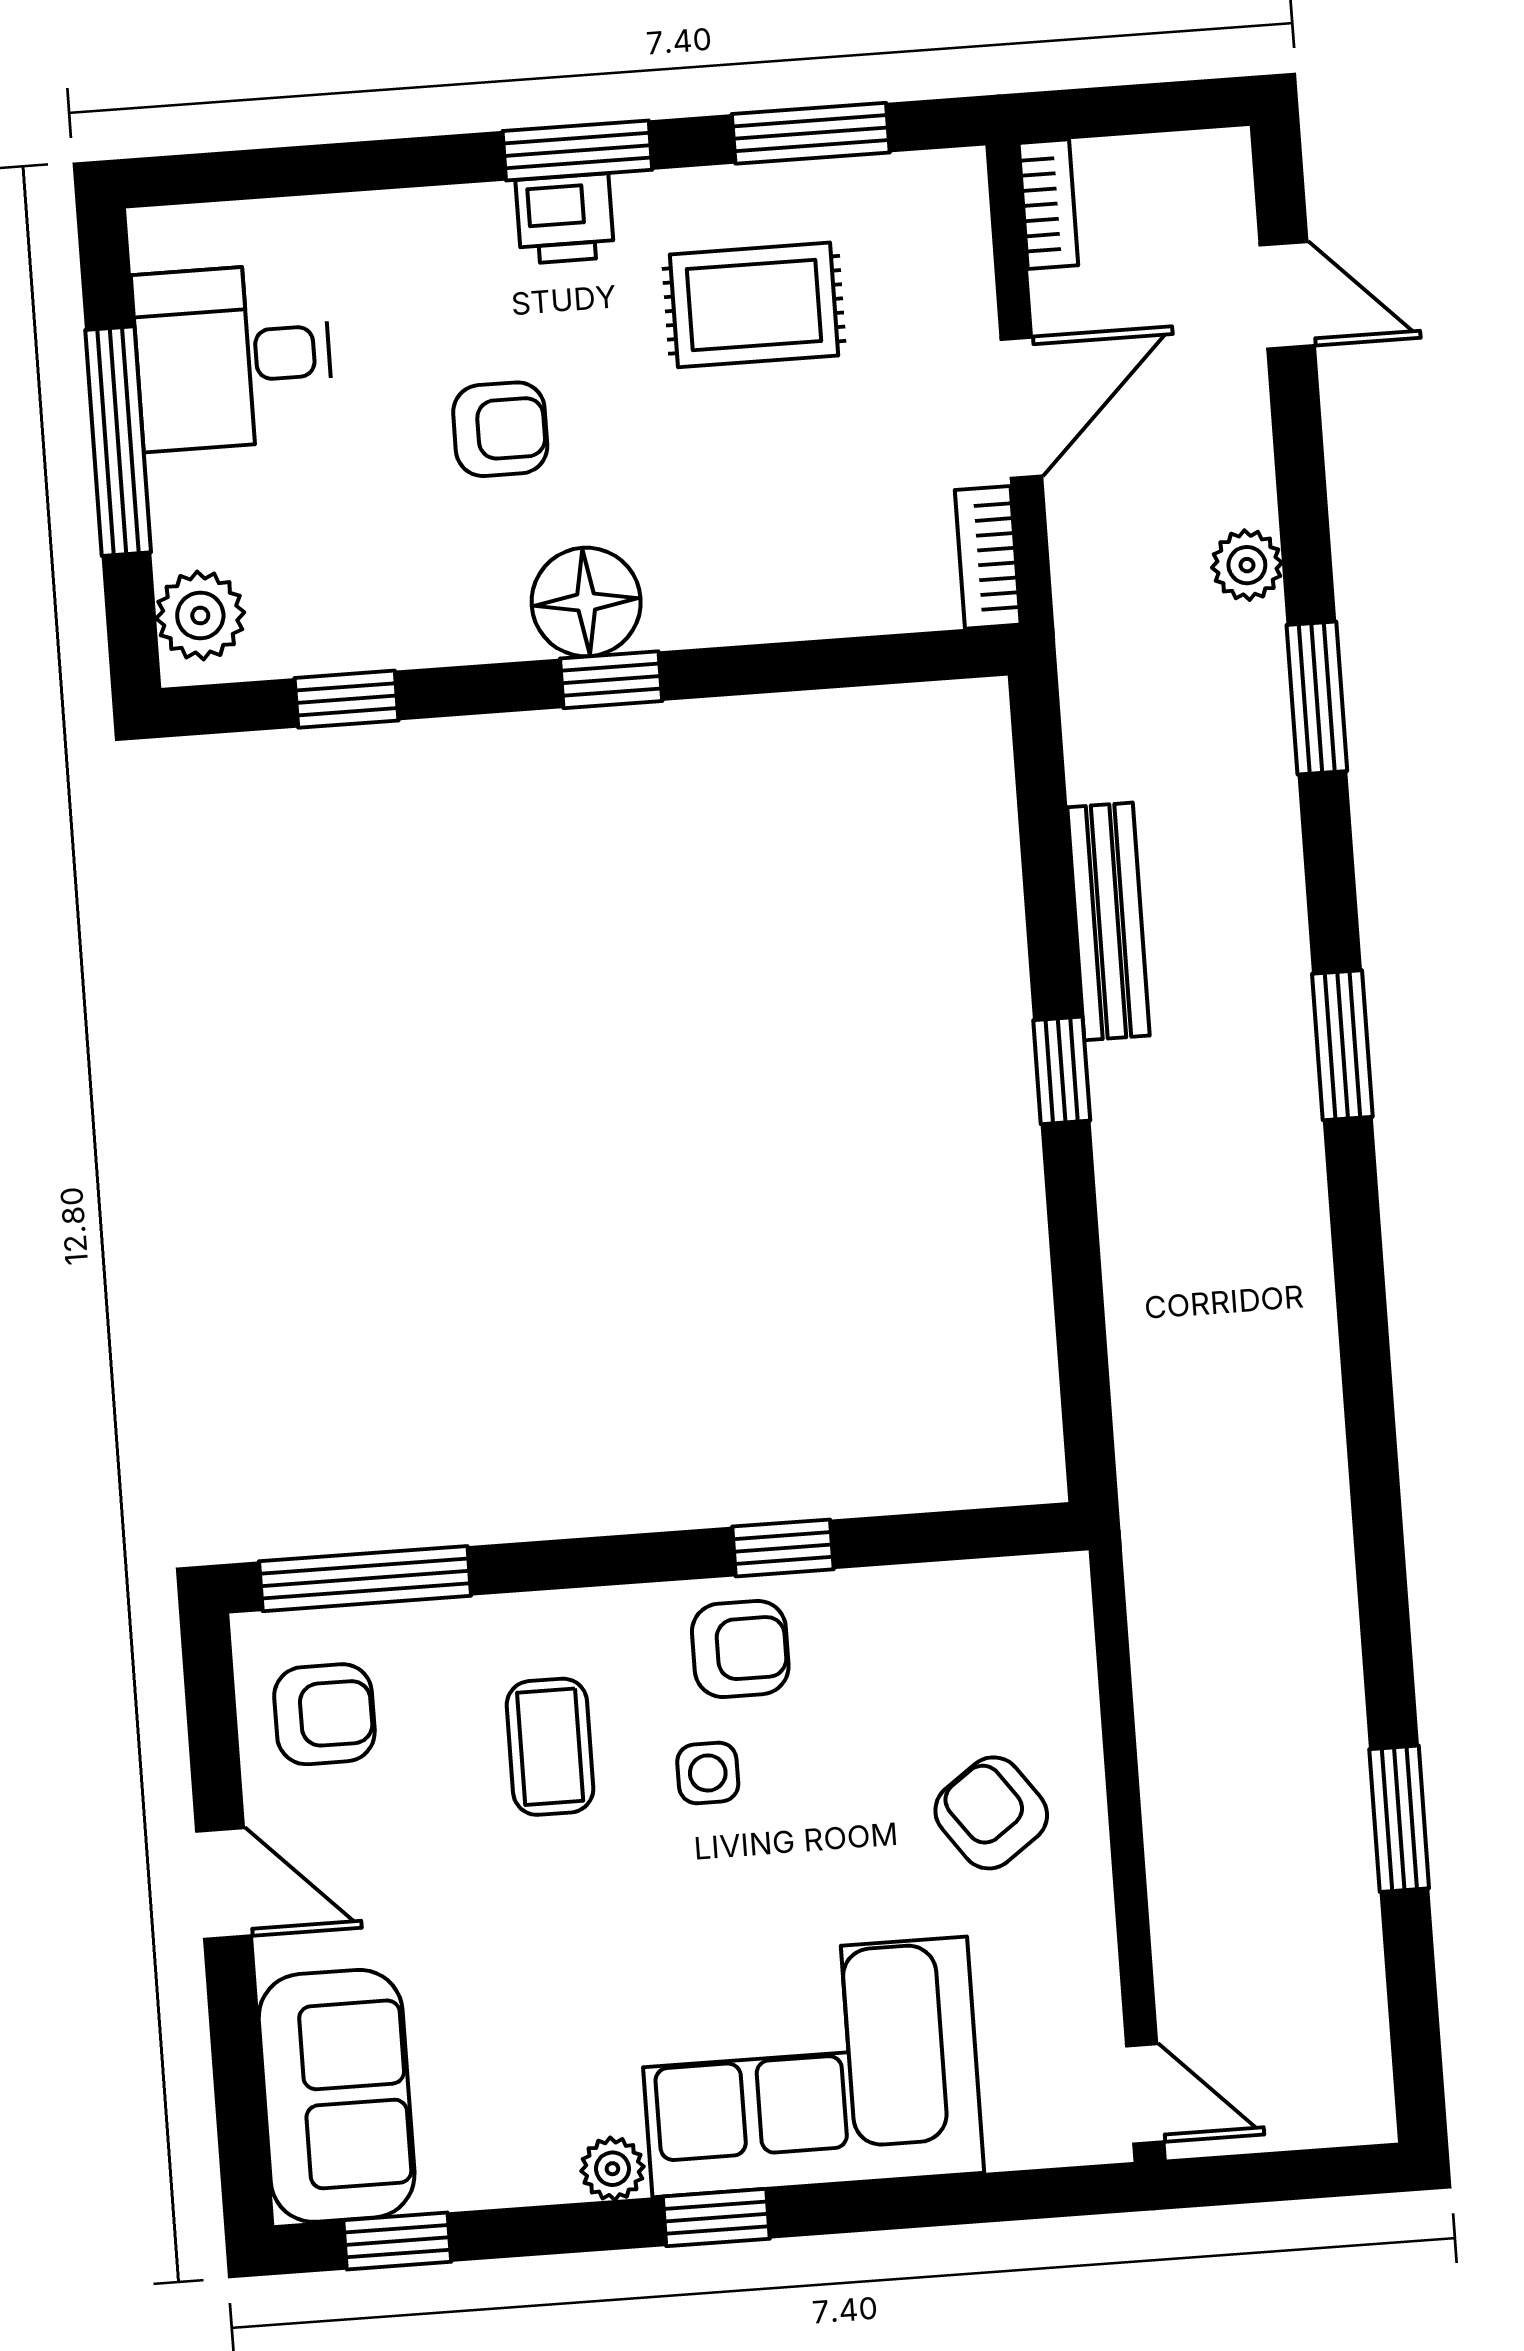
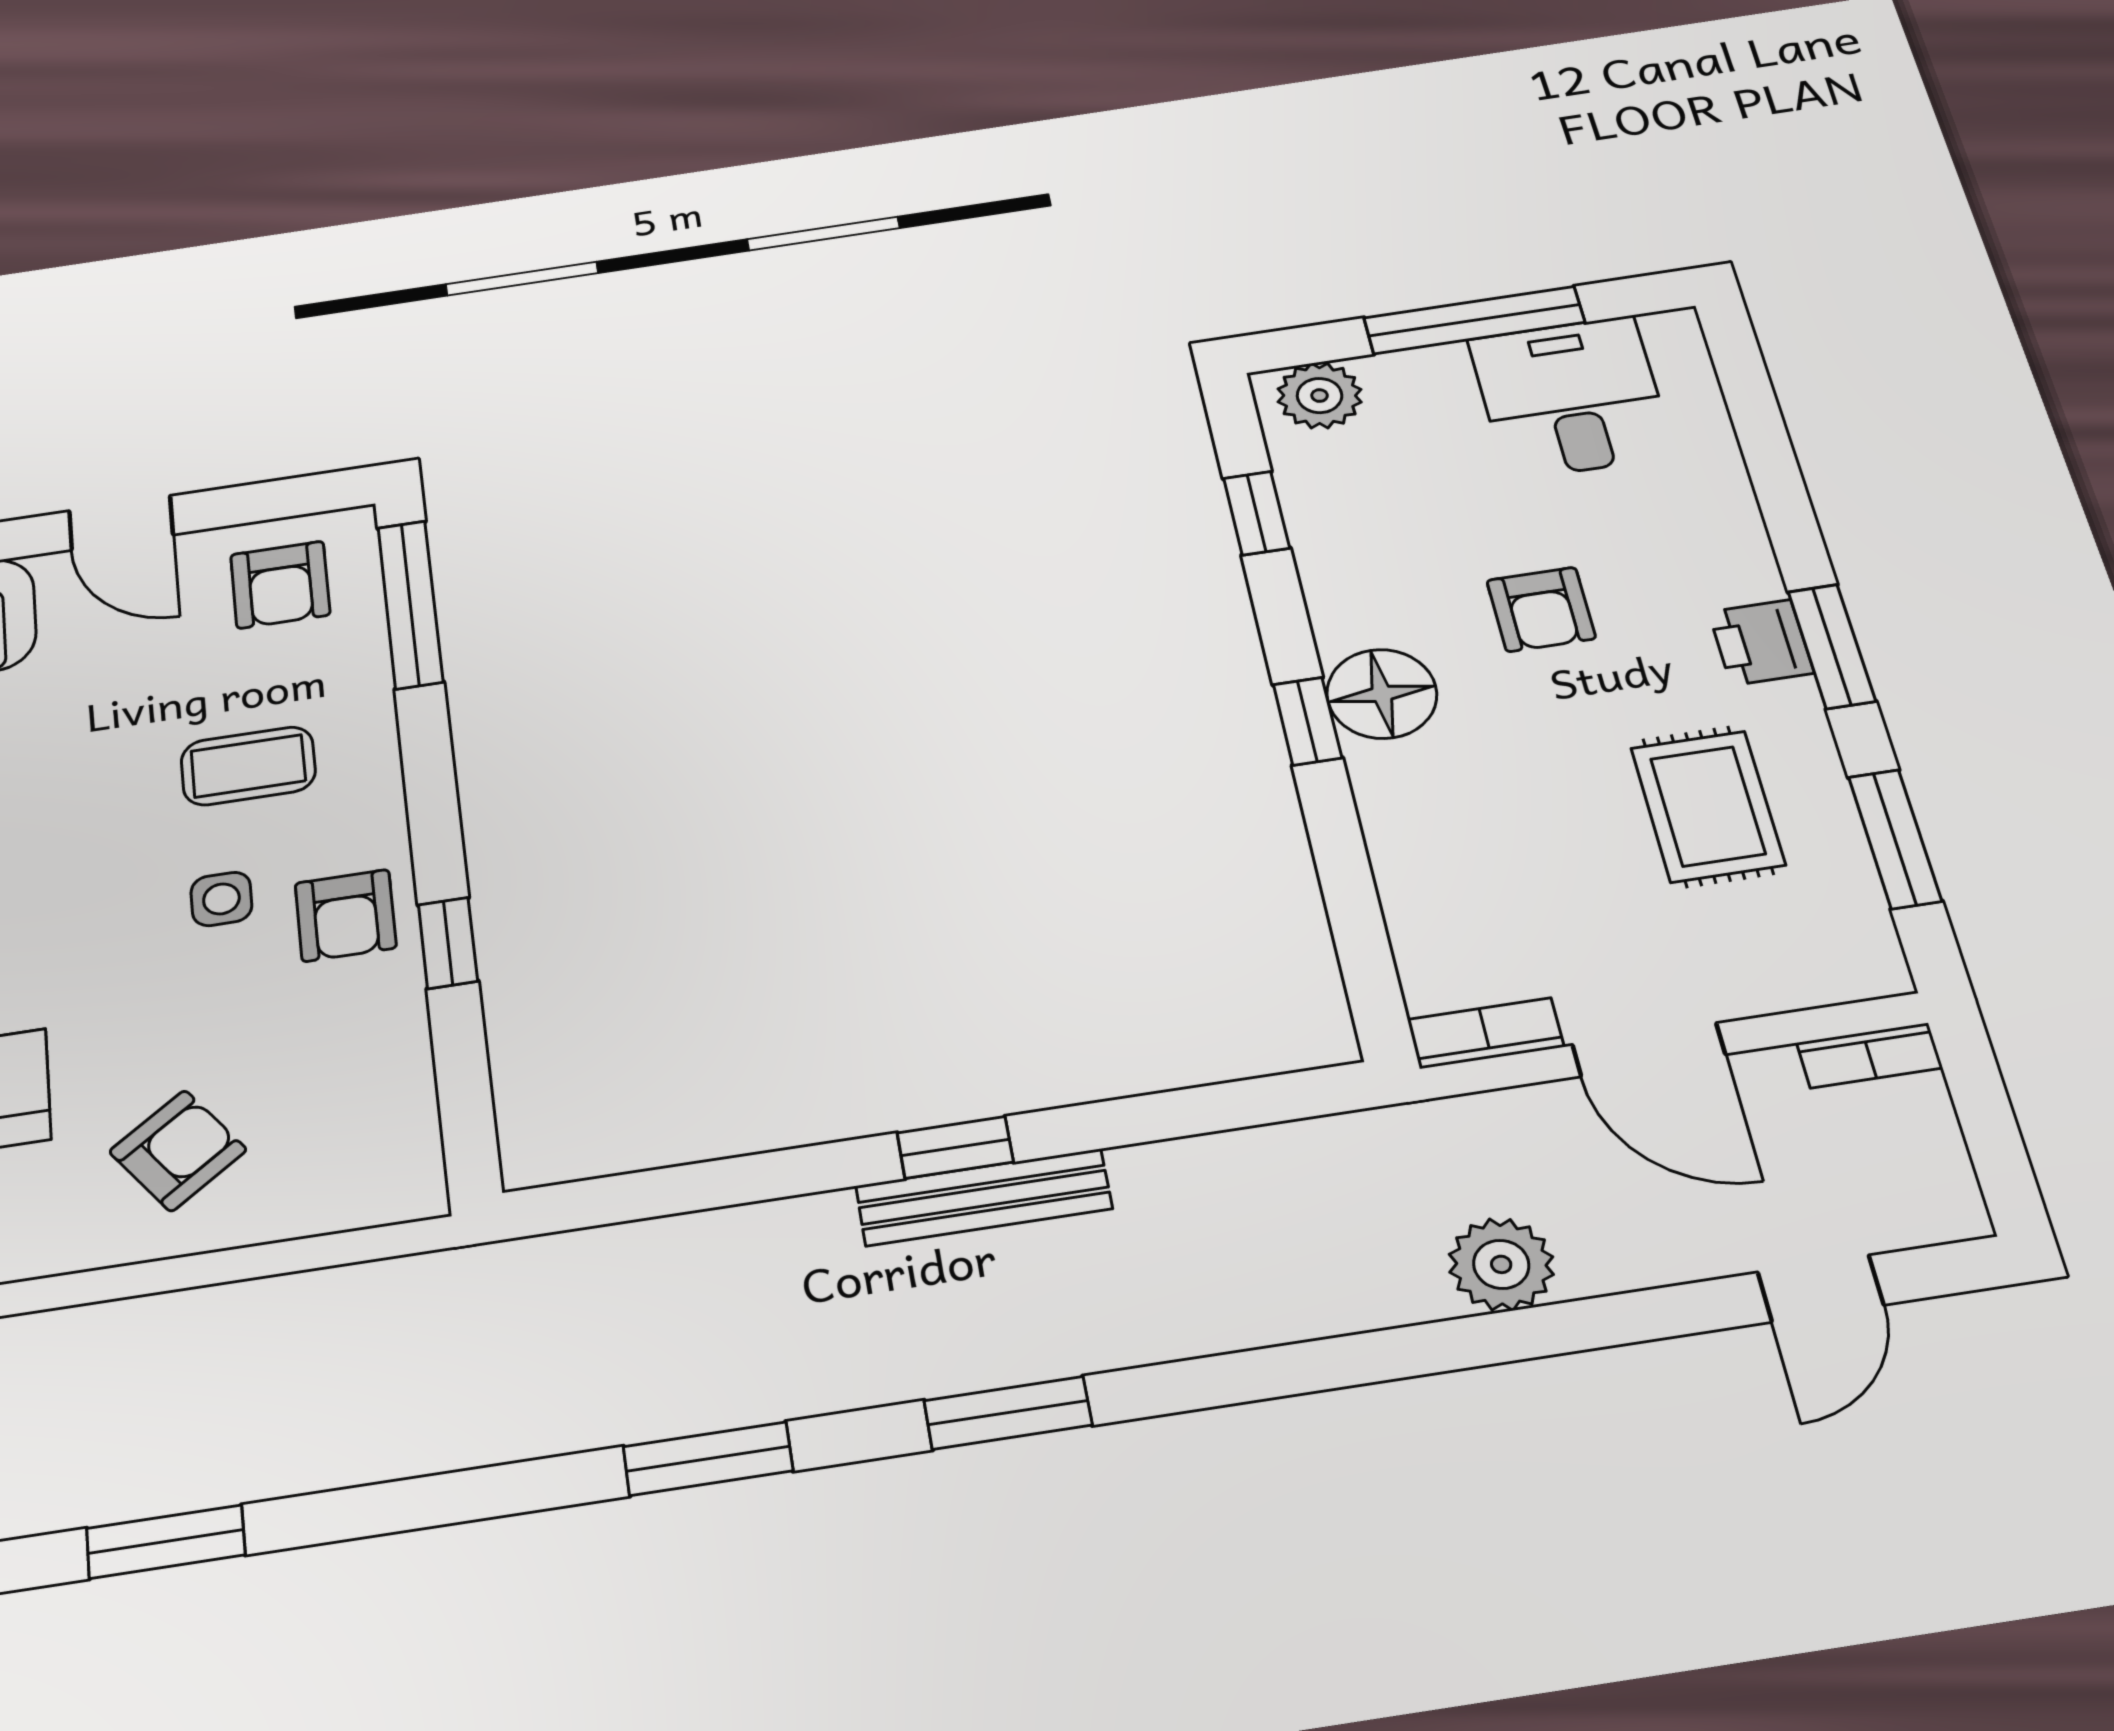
plant: (1247, 565) -> (1501, 1264), width x1.38, depth x1.38
window: (1317, 698) -> (708, 1459), moved
bench: (1109, 921) -> (984, 1197), moved
door: (224, 1883) -> (121, 523), hinge flipped

